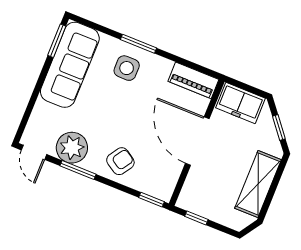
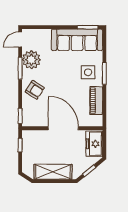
piano: (193, 80) -> (96, 101), moved
door: (197, 141) -> (63, 128), hinge flipped

